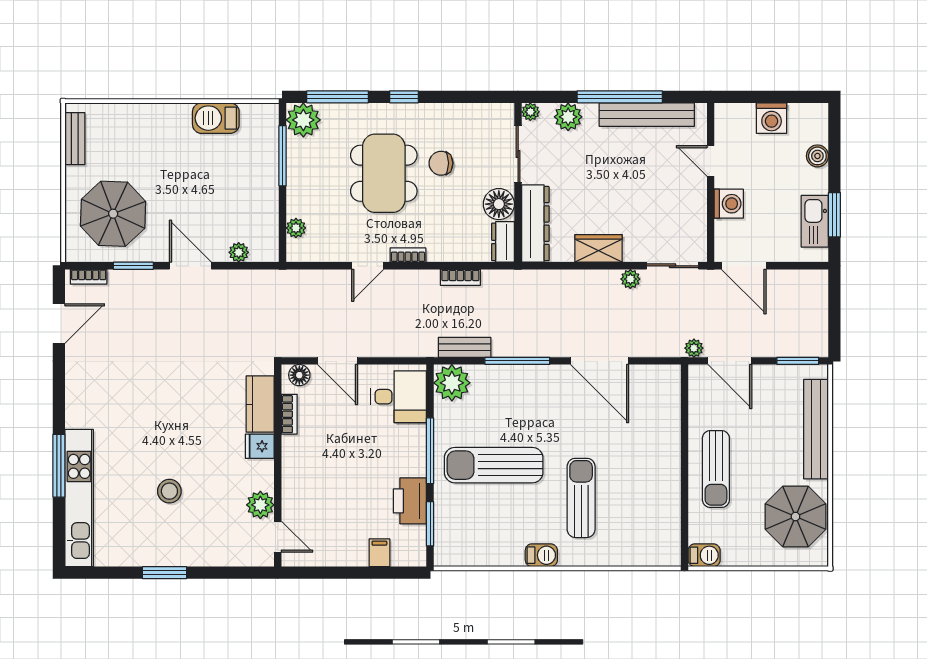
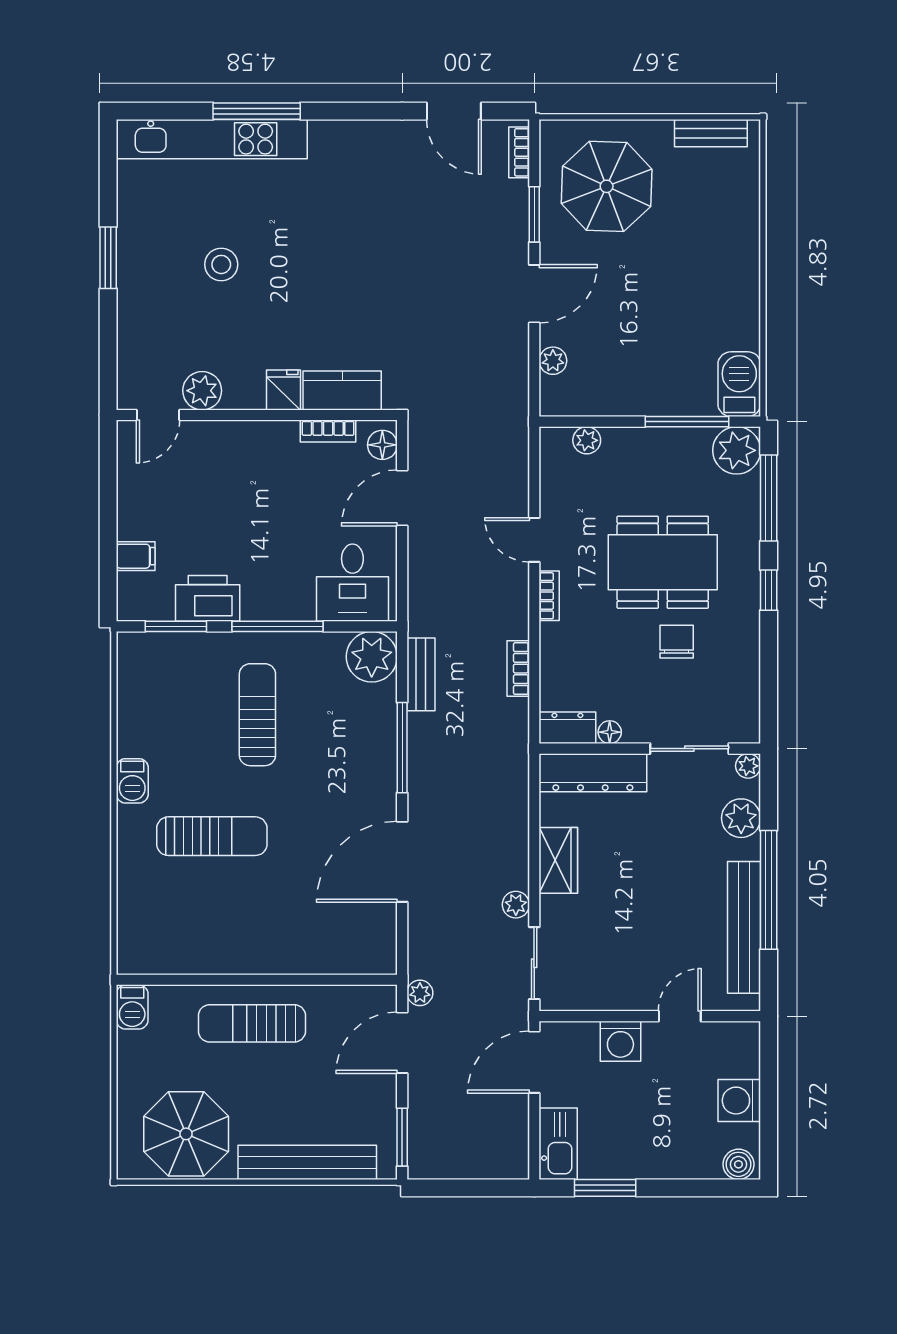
barbecue: (216, 118) -> (739, 384), moved
boiler: (817, 156) -> (738, 1164), moved
floor lamp: (499, 204) -> (610, 732), width x0.53, depth x0.53
kitchen sink: (815, 221) -> (558, 1144), moved, turned 90
sun lounger: (494, 465) -> (257, 715), width x0.73, depth x0.75

